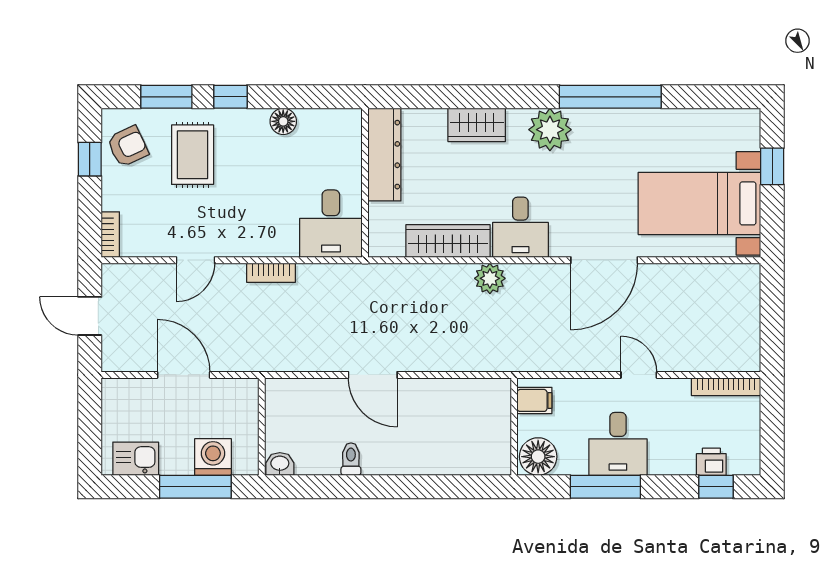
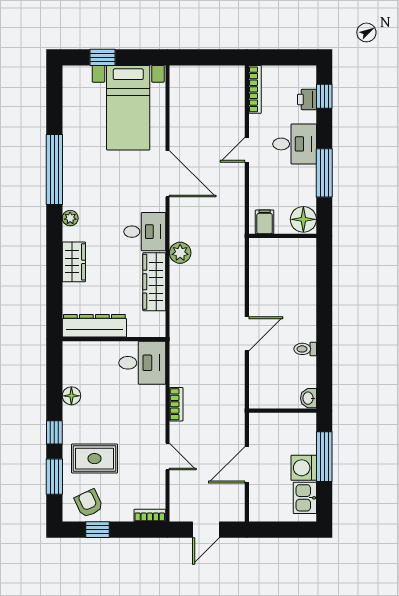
plant: (550, 130) -> (70, 218), width x0.53, depth x0.53
desk: (618, 444) -> (295, 144), moved
washing machine: (213, 457) -> (304, 468), moved

